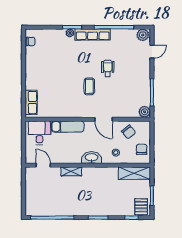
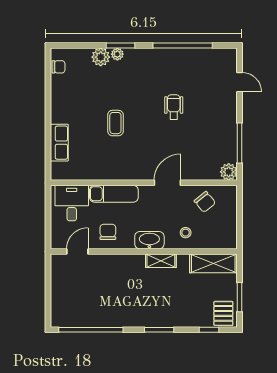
row of seats: (93, 34) -> (151, 56), removed
plant: (143, 35) -> (101, 57), moved
door: (152, 52) -> (240, 82), hinge flipped
coffee table: (89, 86) -> (115, 123), moved
row of seats: (31, 102) -> (59, 143), moved
door: (104, 119) -> (167, 183), swing flipped
chair: (142, 149) -> (108, 232), moved
door: (43, 165) -> (77, 251), hinge flipped
shelving: (71, 171) -> (161, 261), moved

